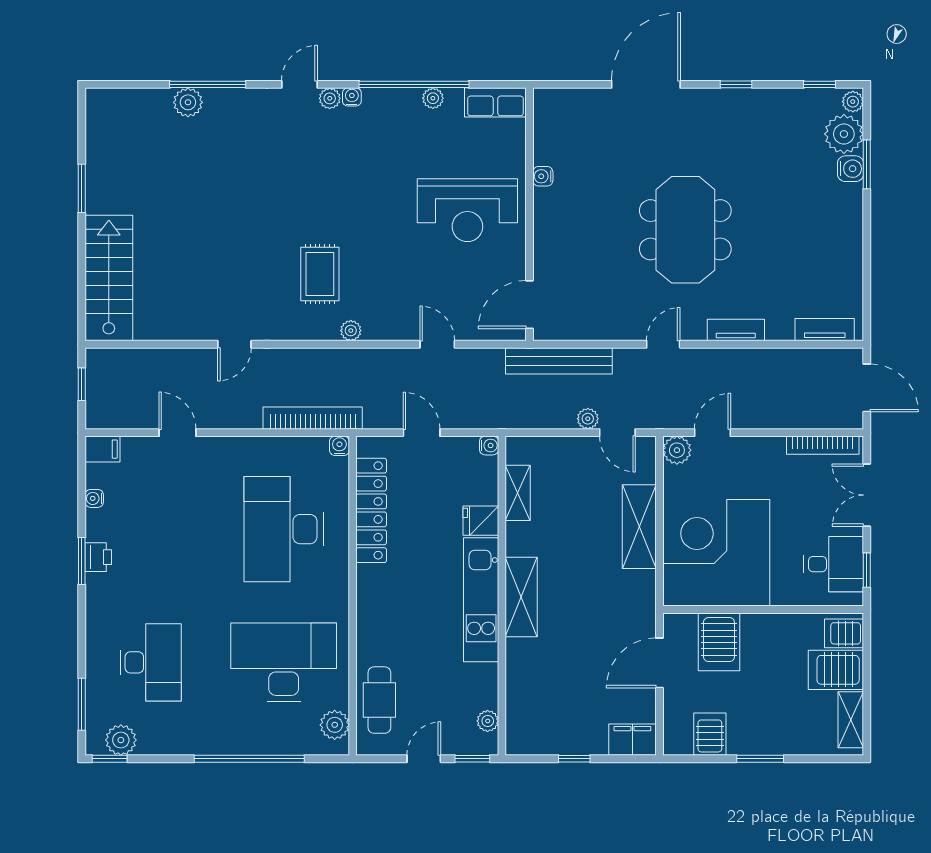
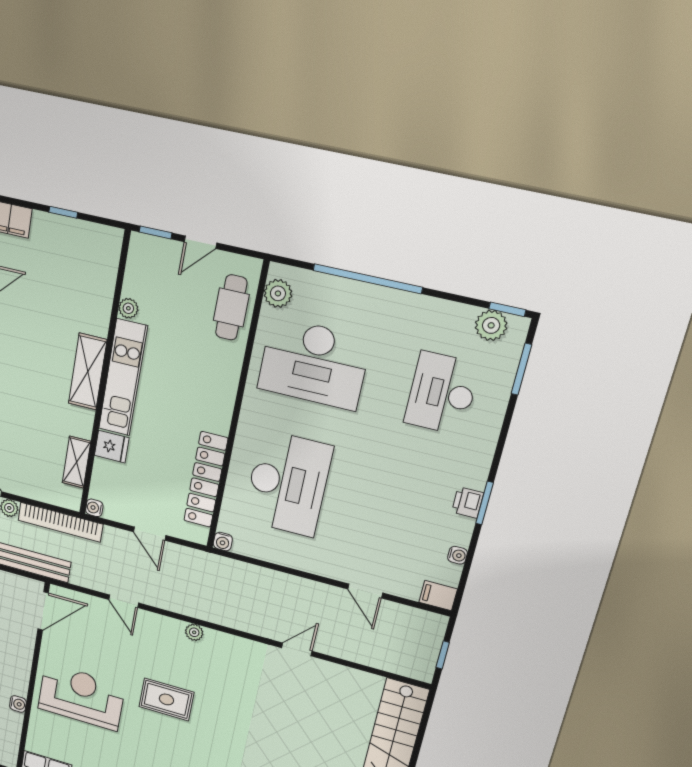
rug: (320, 274) -> (166, 699), moved, turned 90
bookcase: (313, 418) -> (60, 522), moved
plant: (488, 721) -> (128, 308), moved

